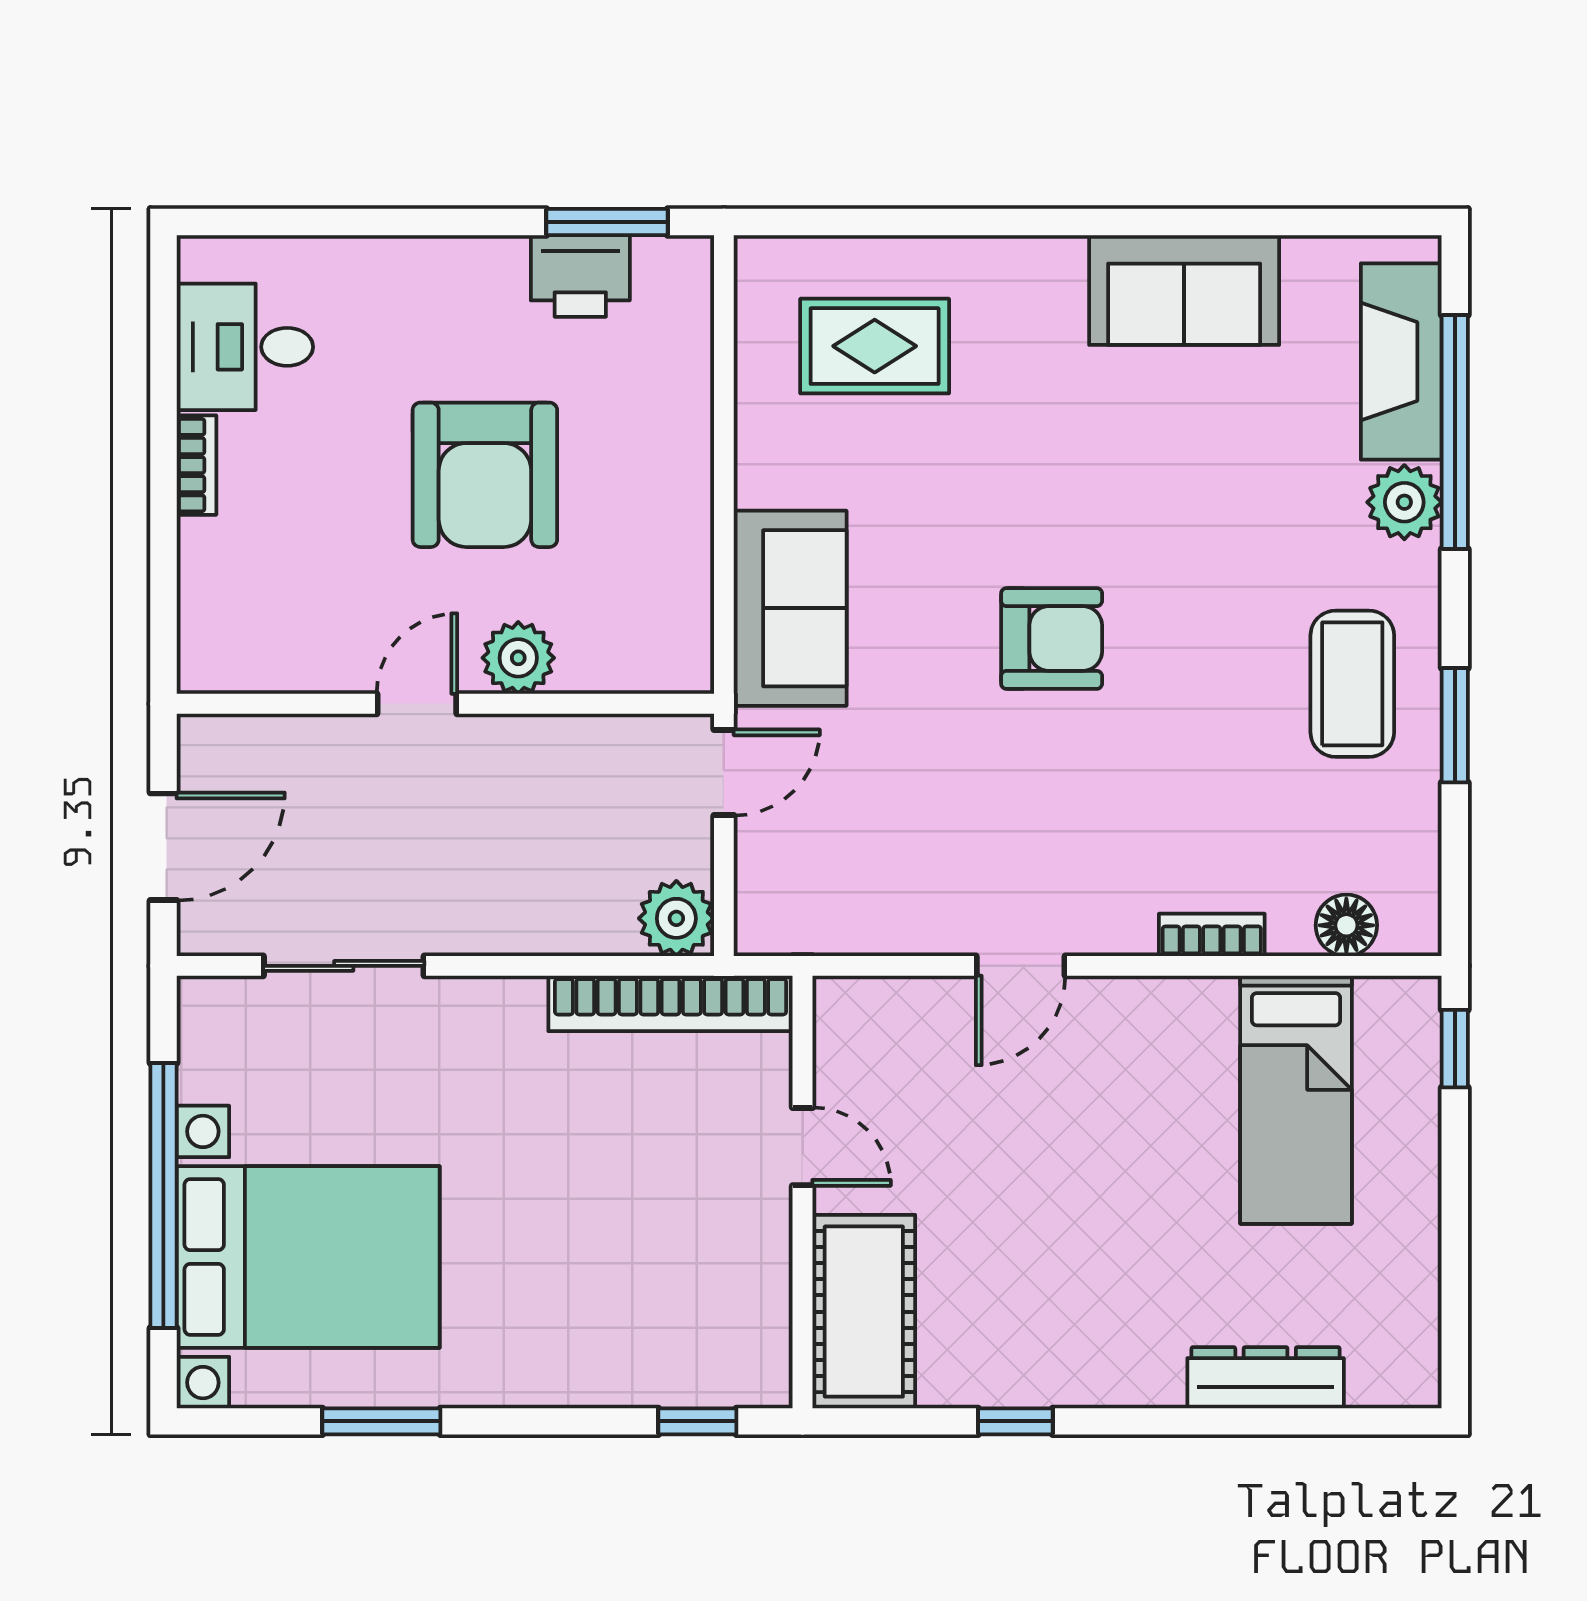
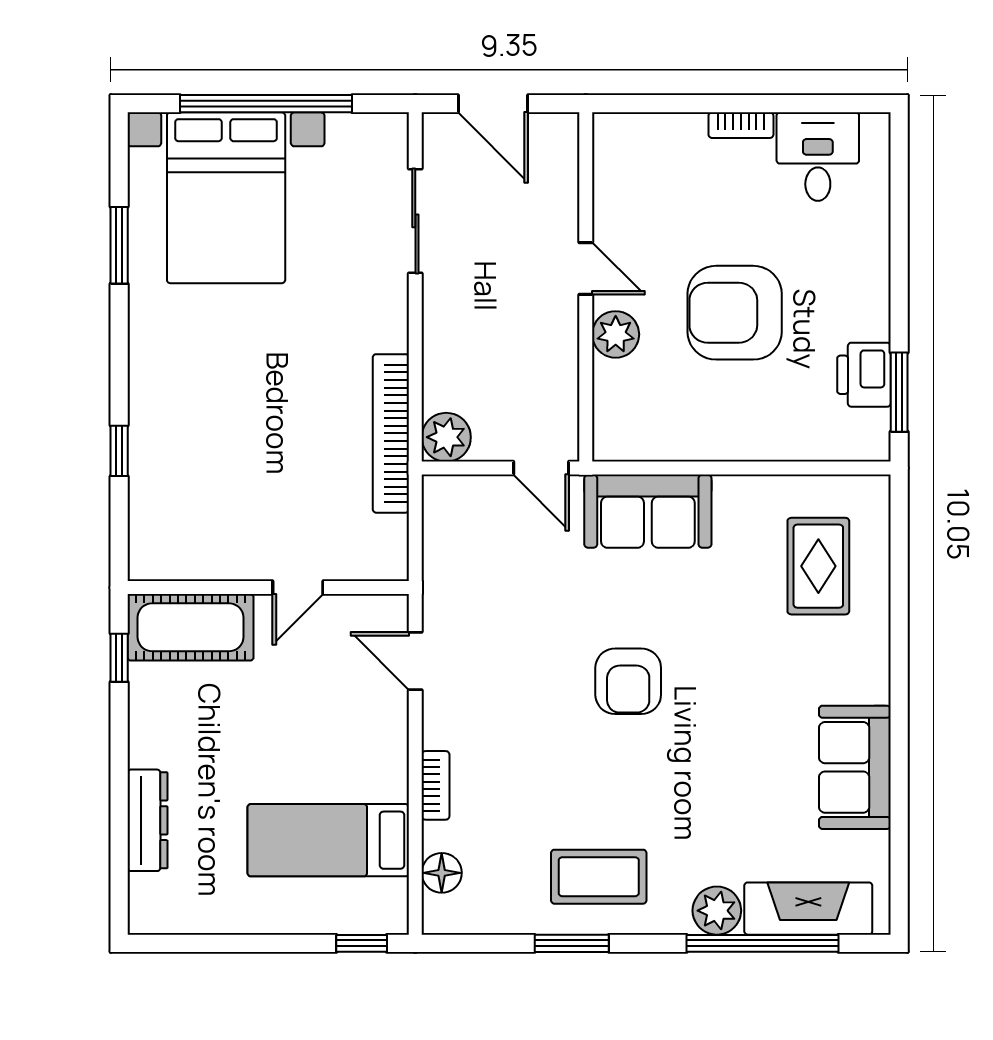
door: (803, 1147) -> (298, 587), moved
wall: (803, 1192) -> (268, 587), moved
cot: (864, 1312) -> (191, 627), moved

